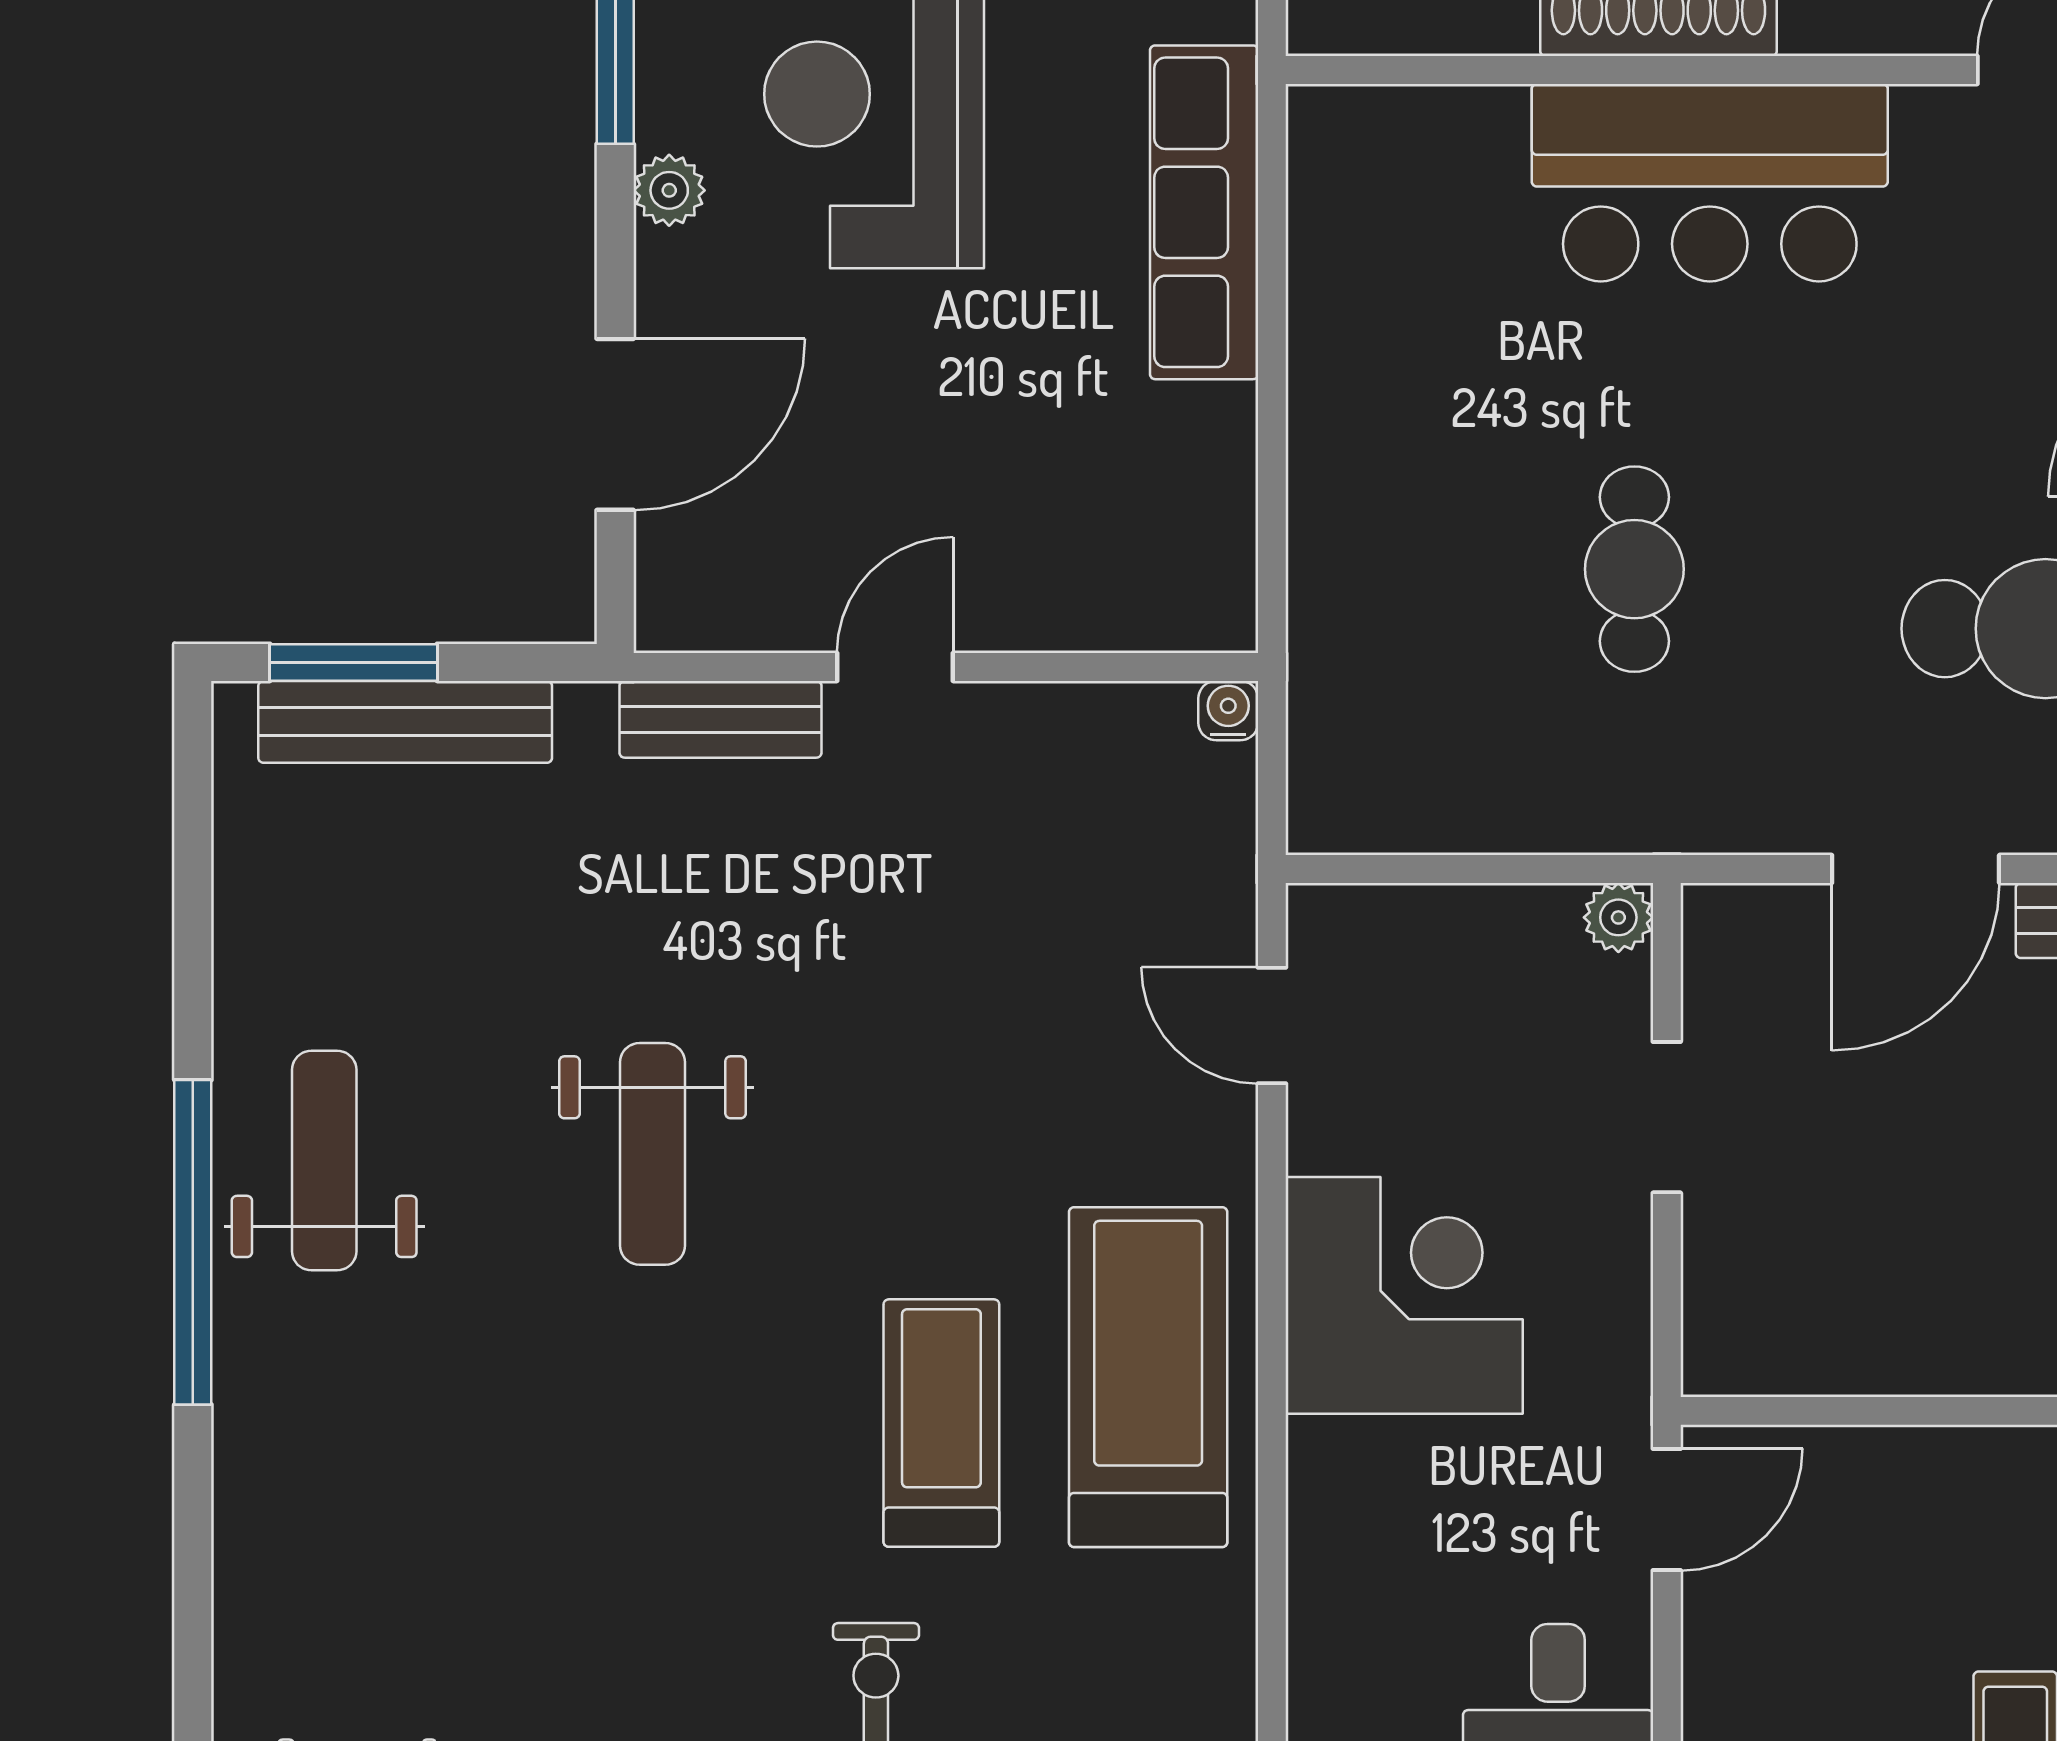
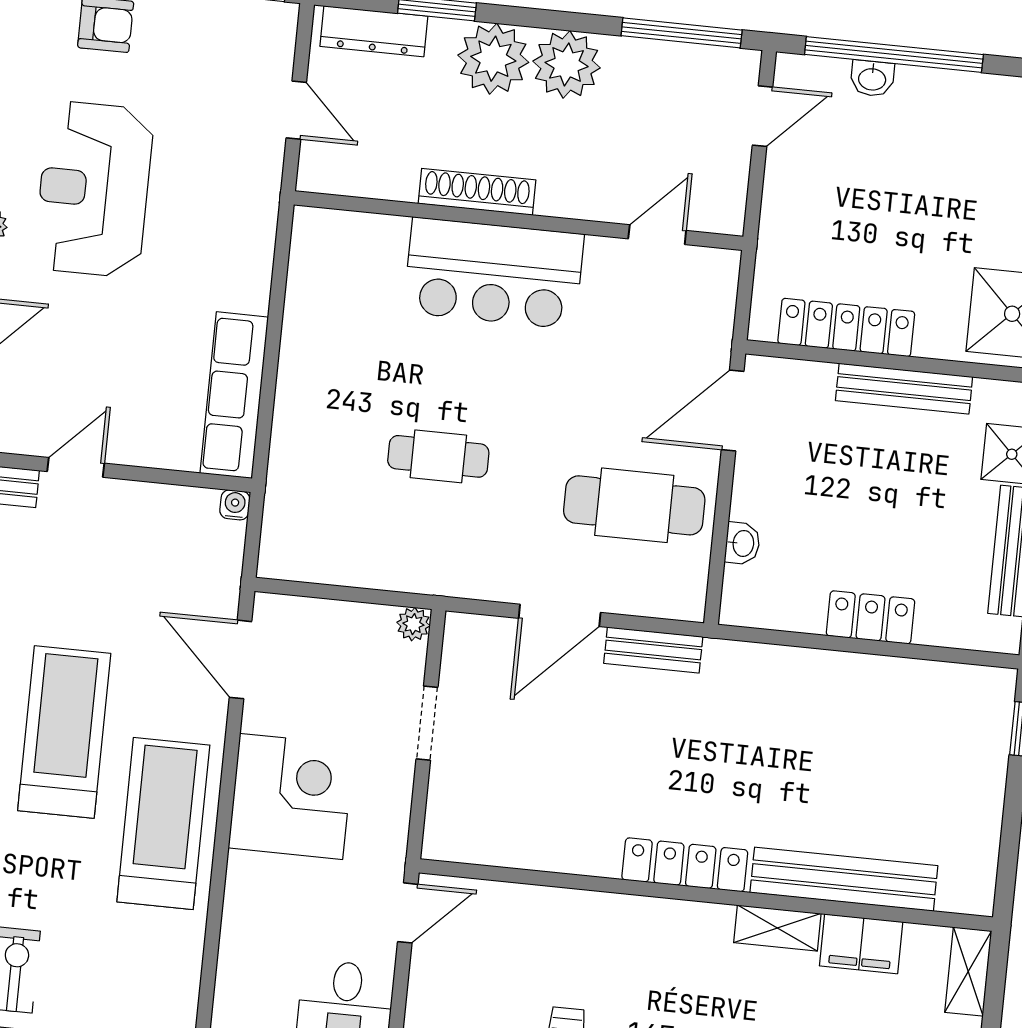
row of seats: (1204, 212) -> (234, 395), moved
cafe table: (1634, 569) -> (438, 456), turned 90
door: (1272, 1026) -> (240, 659), width x1.38
treadmill: (941, 1423) -> (64, 732), moved, width x1.37, depth x1.38

